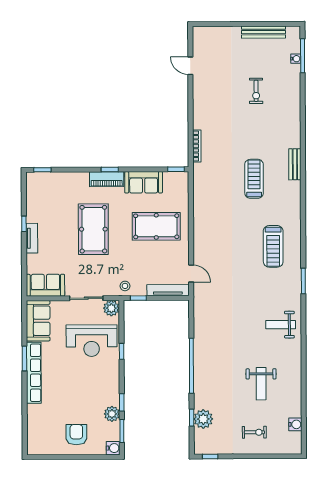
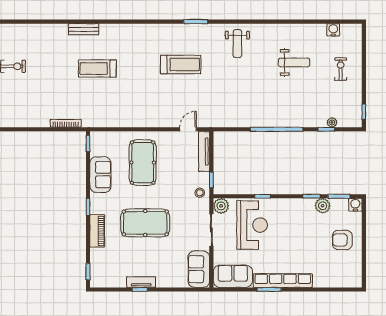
piano: (107, 179) -> (97, 231), moved
tv unit: (32, 238) -> (141, 282), moved
treadmill: (273, 246) -> (181, 65), moved
plant: (203, 419) -> (332, 122), width x0.53, depth x0.53

